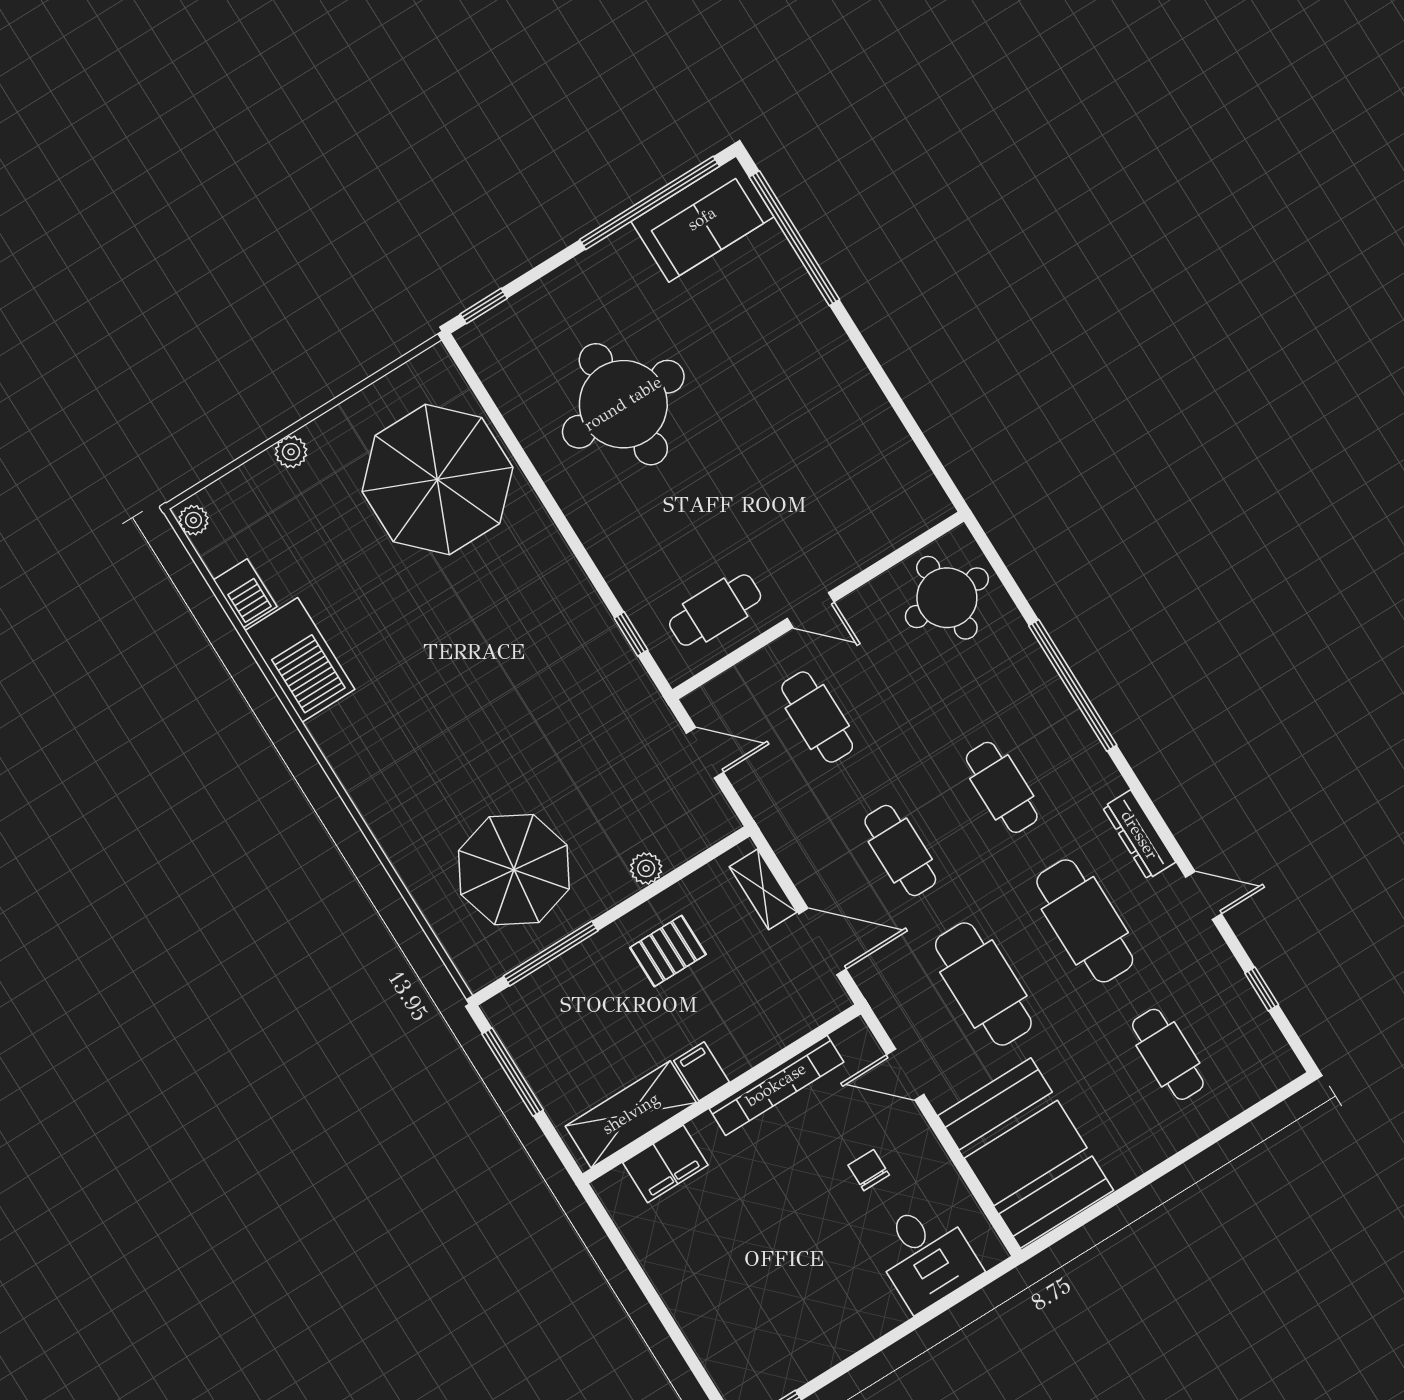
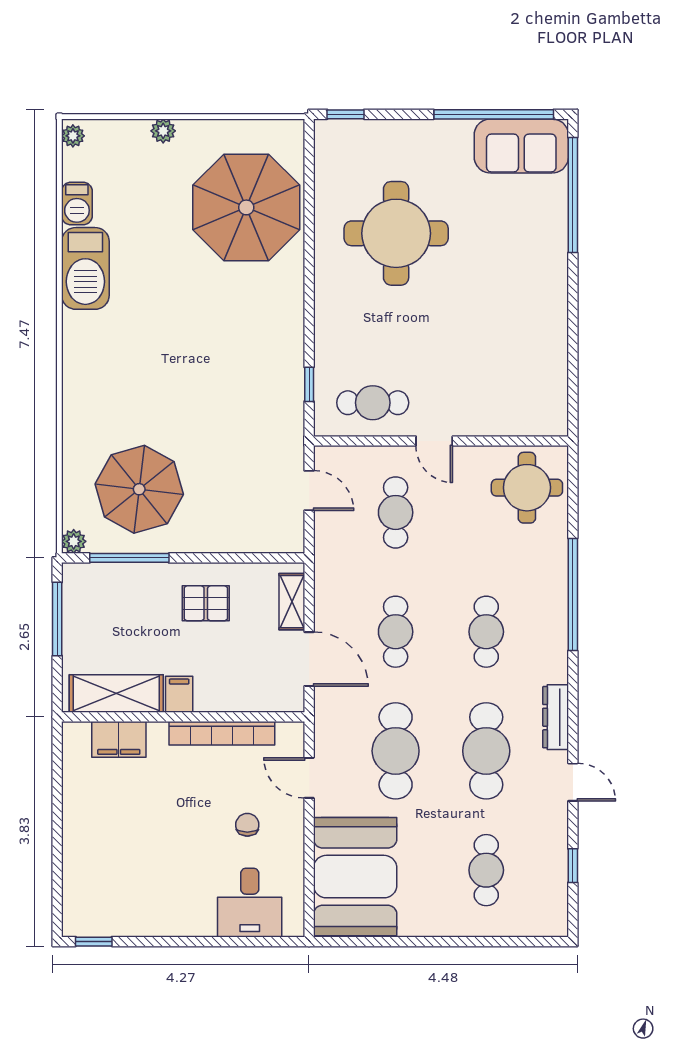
plant: (646, 868) -> (74, 541), moved

